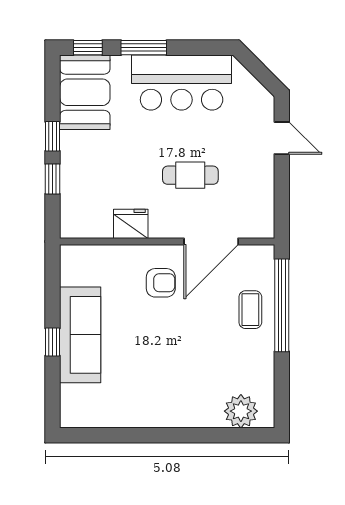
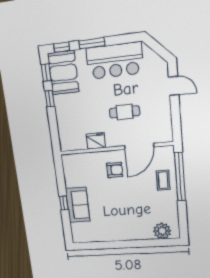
window: (52, 179) -> (46, 72), moved
sofa: (80, 335) -> (78, 205), width x0.73

